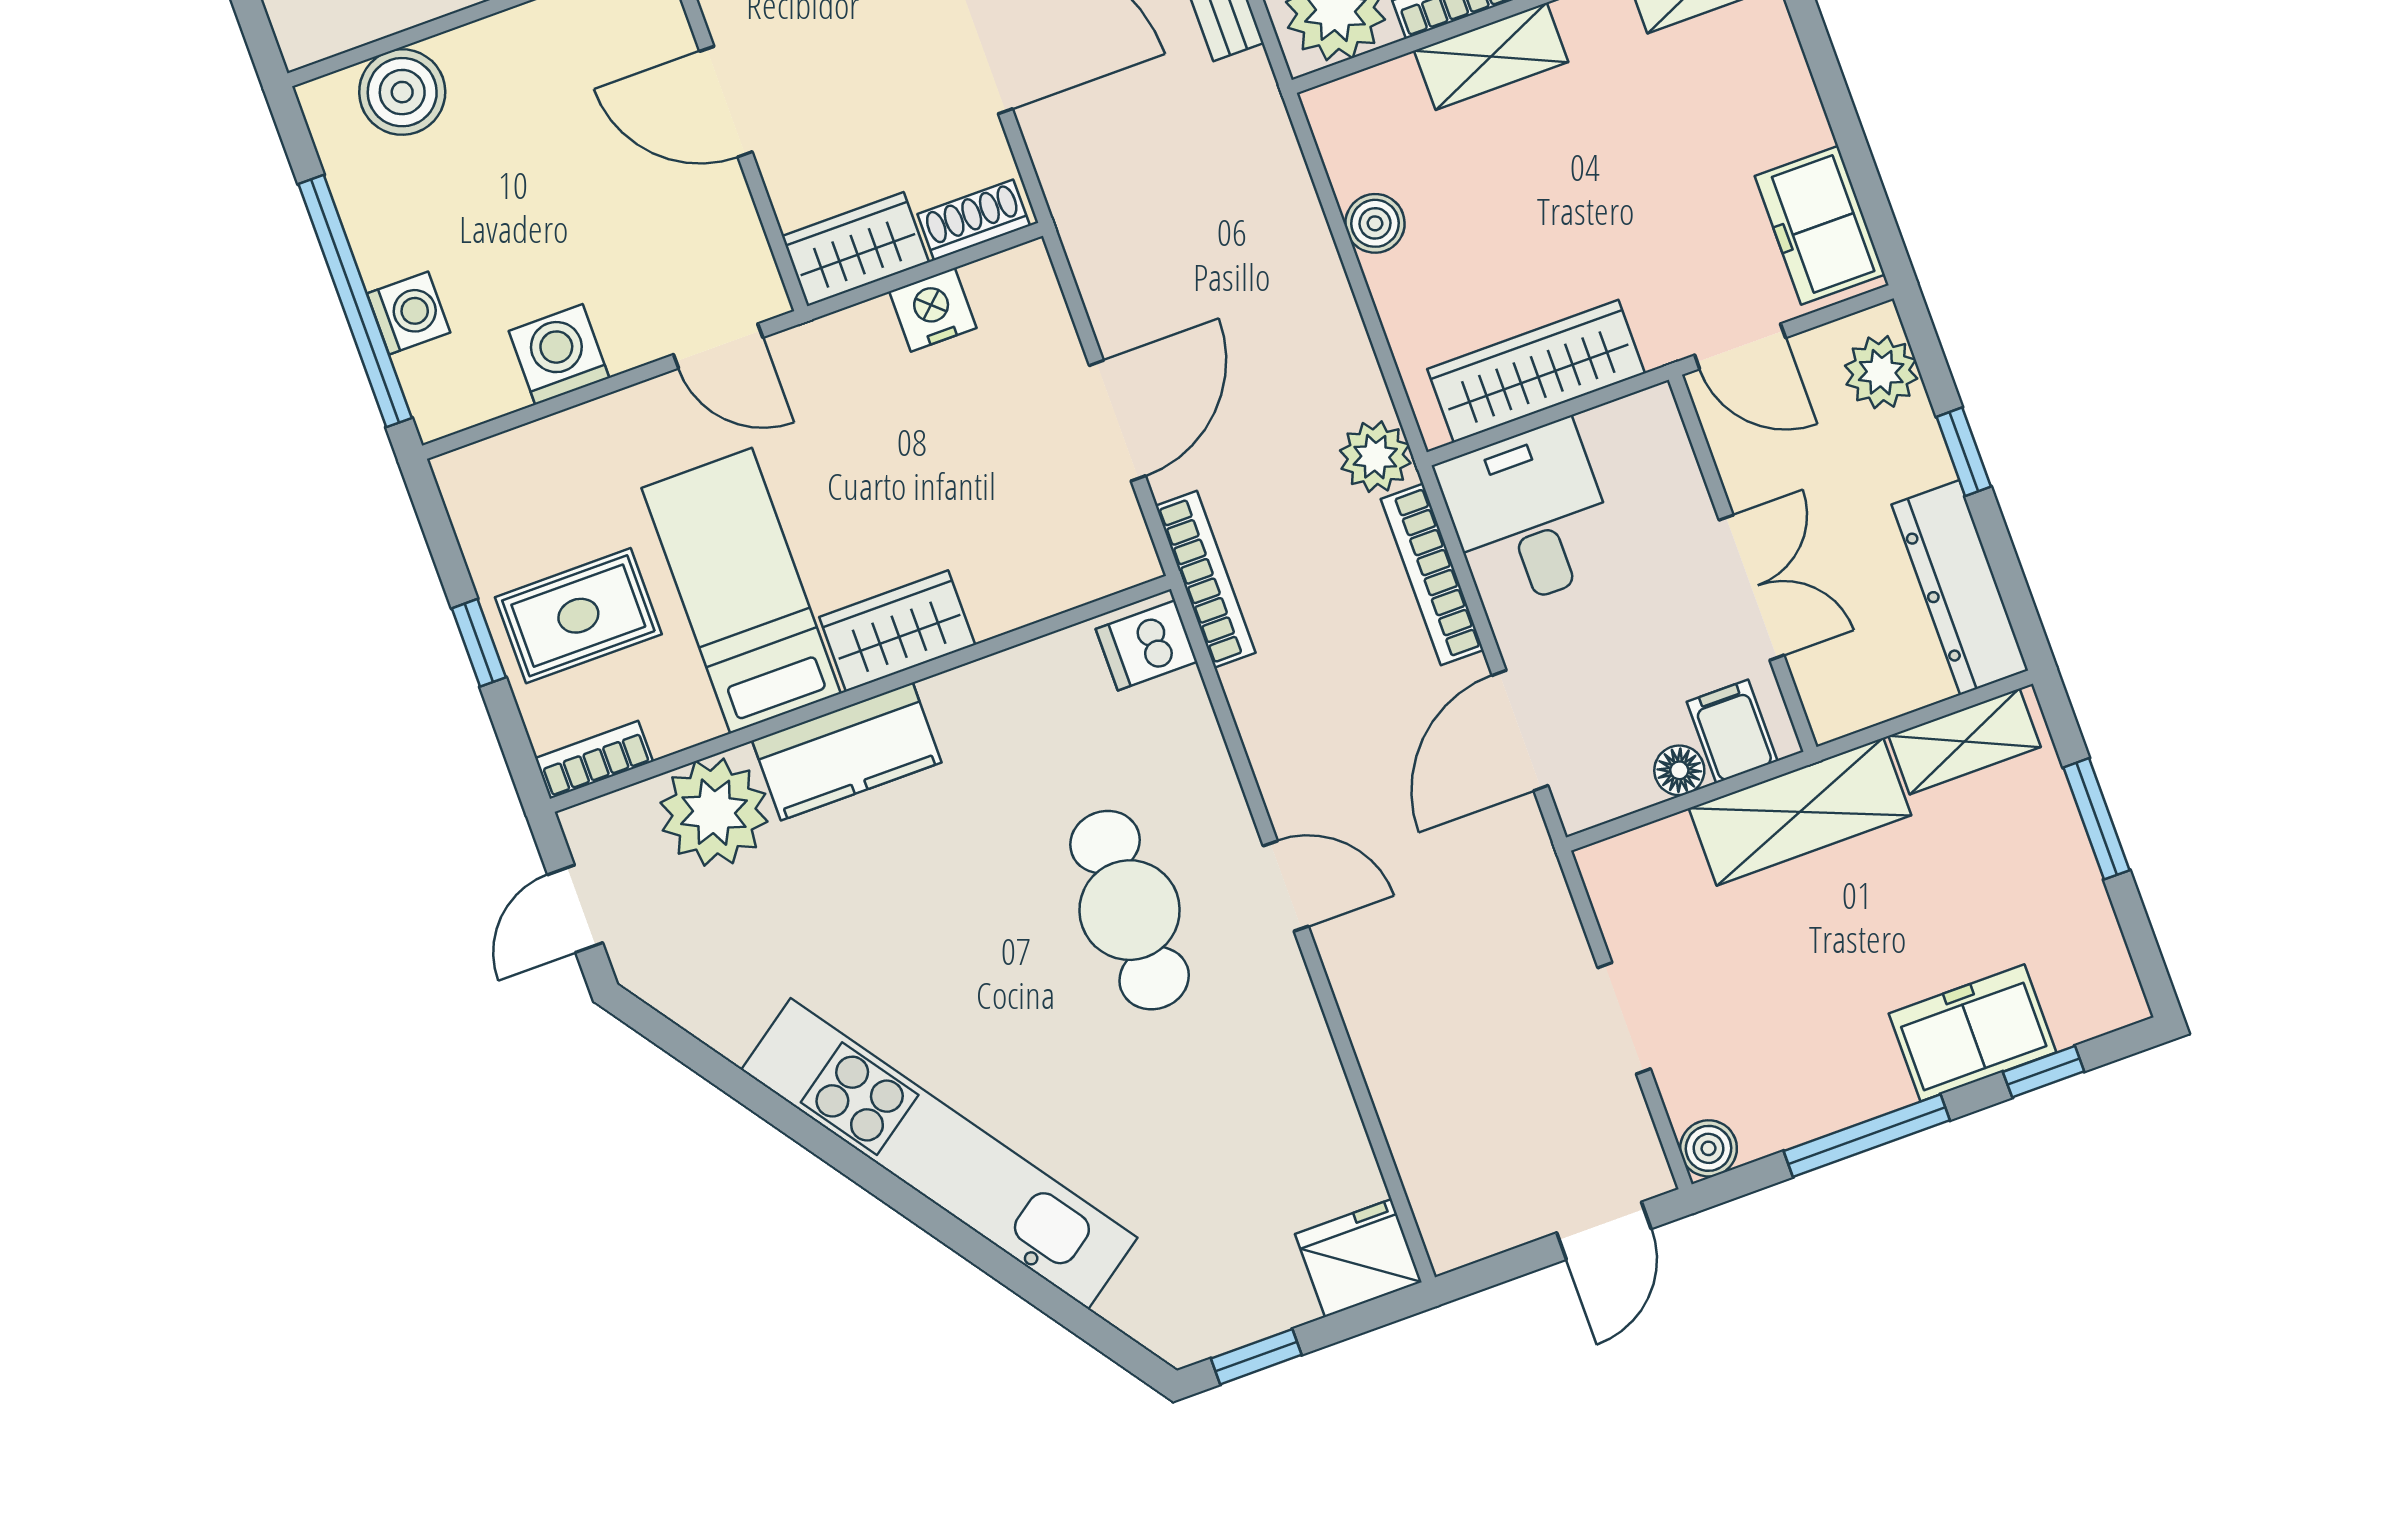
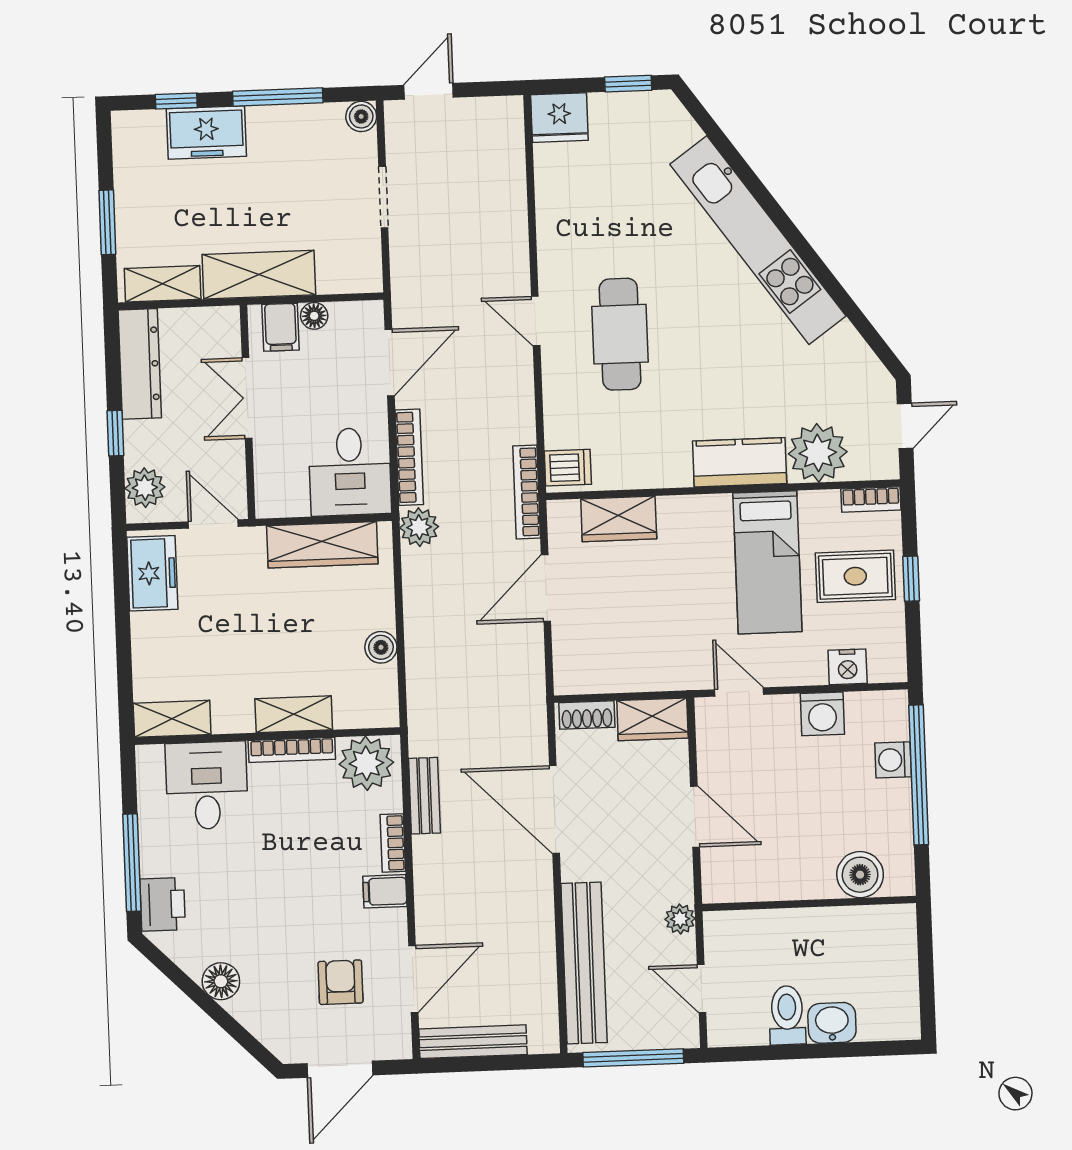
nightstand: (933, 310) -> (848, 667), moved
wardrobe: (897, 631) -> (619, 519), moved

